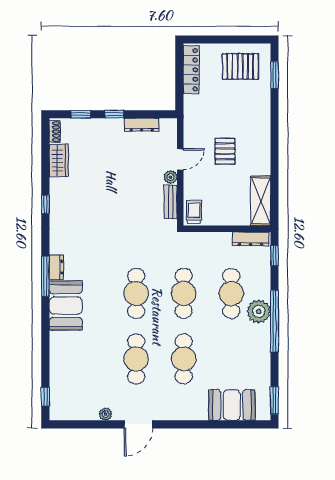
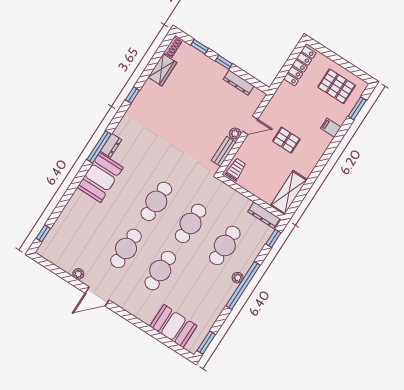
filing cabinet: (261, 111) -> (331, 128), added
pallet: (225, 151) -> (286, 140), turned 90
plant: (259, 311) -> (238, 278), width x0.53, depth x0.53

